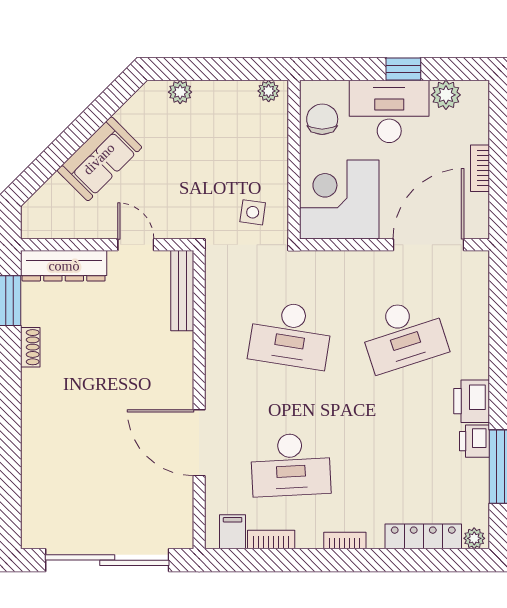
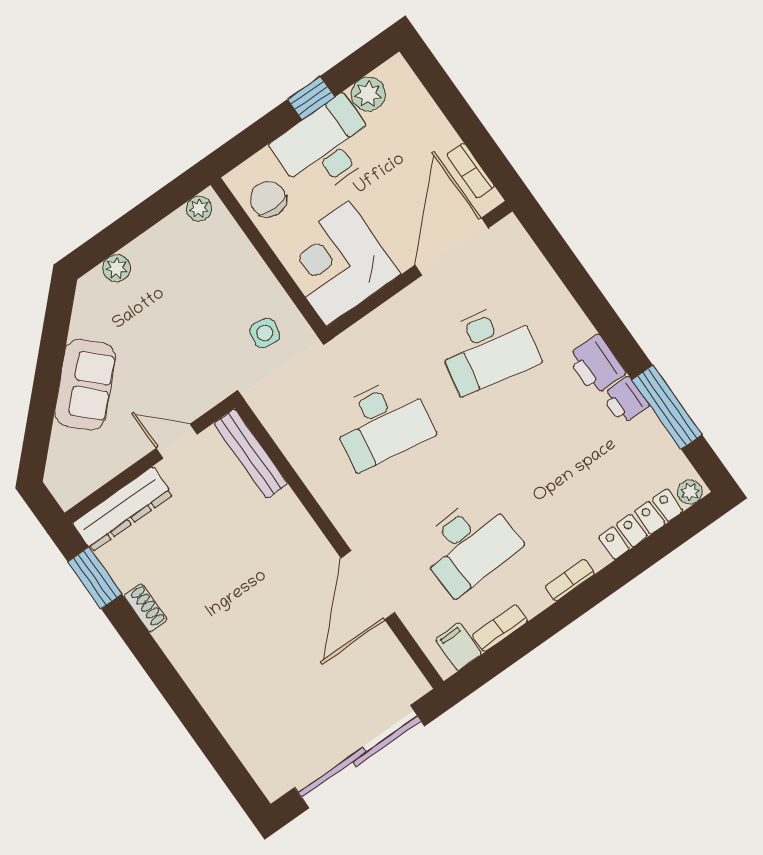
bookcase: (480, 168) -> (470, 171), moved
desk: (403, 335) -> (488, 348), turned 30
door: (199, 443) -> (368, 585), hinge flipped

